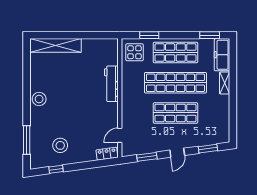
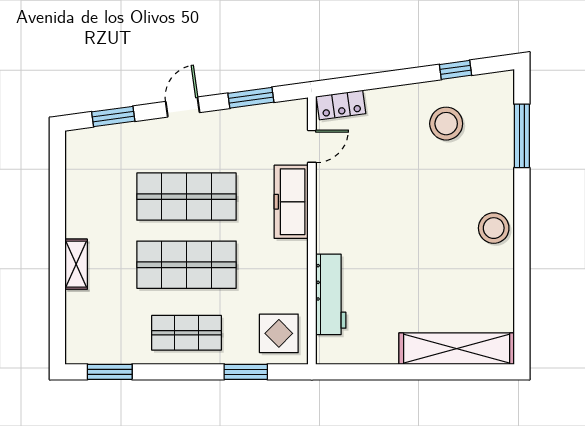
shop shelf: (175, 53) -> (186, 333), width x0.70, depth x0.74
freezer: (222, 55) -> (291, 202), moved, turned 180
shop shelf: (175, 83) -> (186, 265), width x0.71
workbench: (111, 84) -> (331, 294), moved

